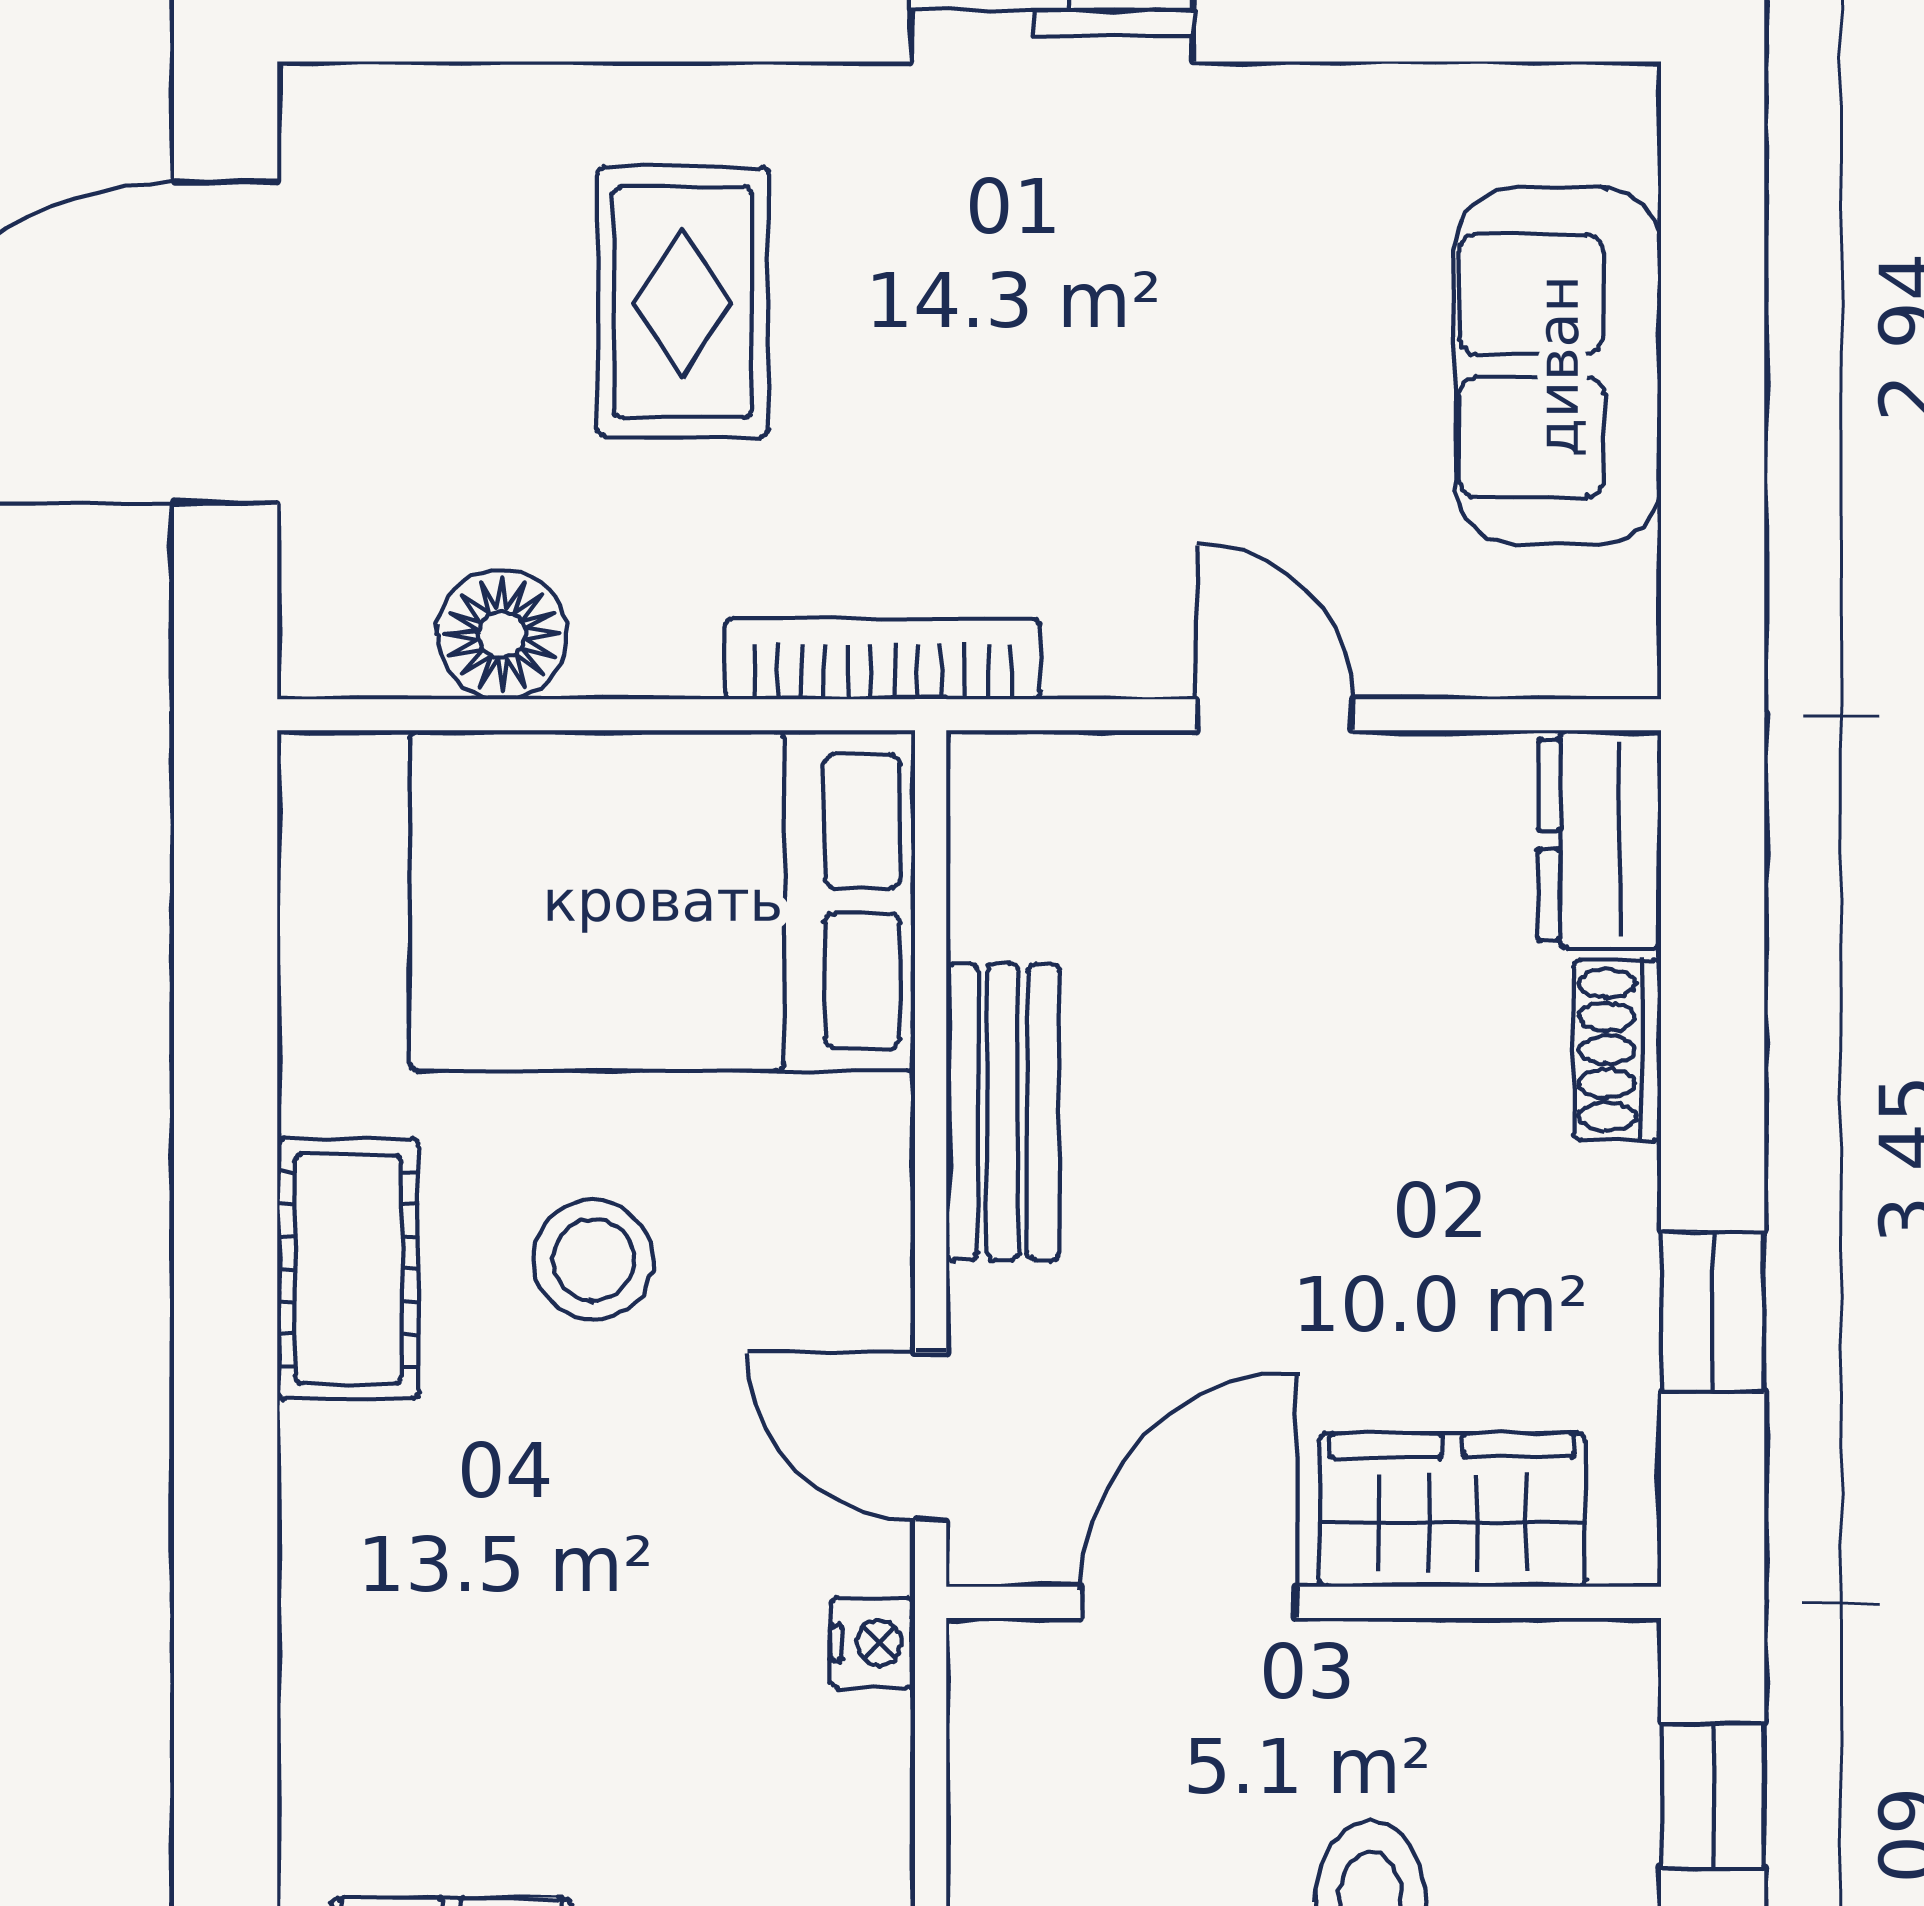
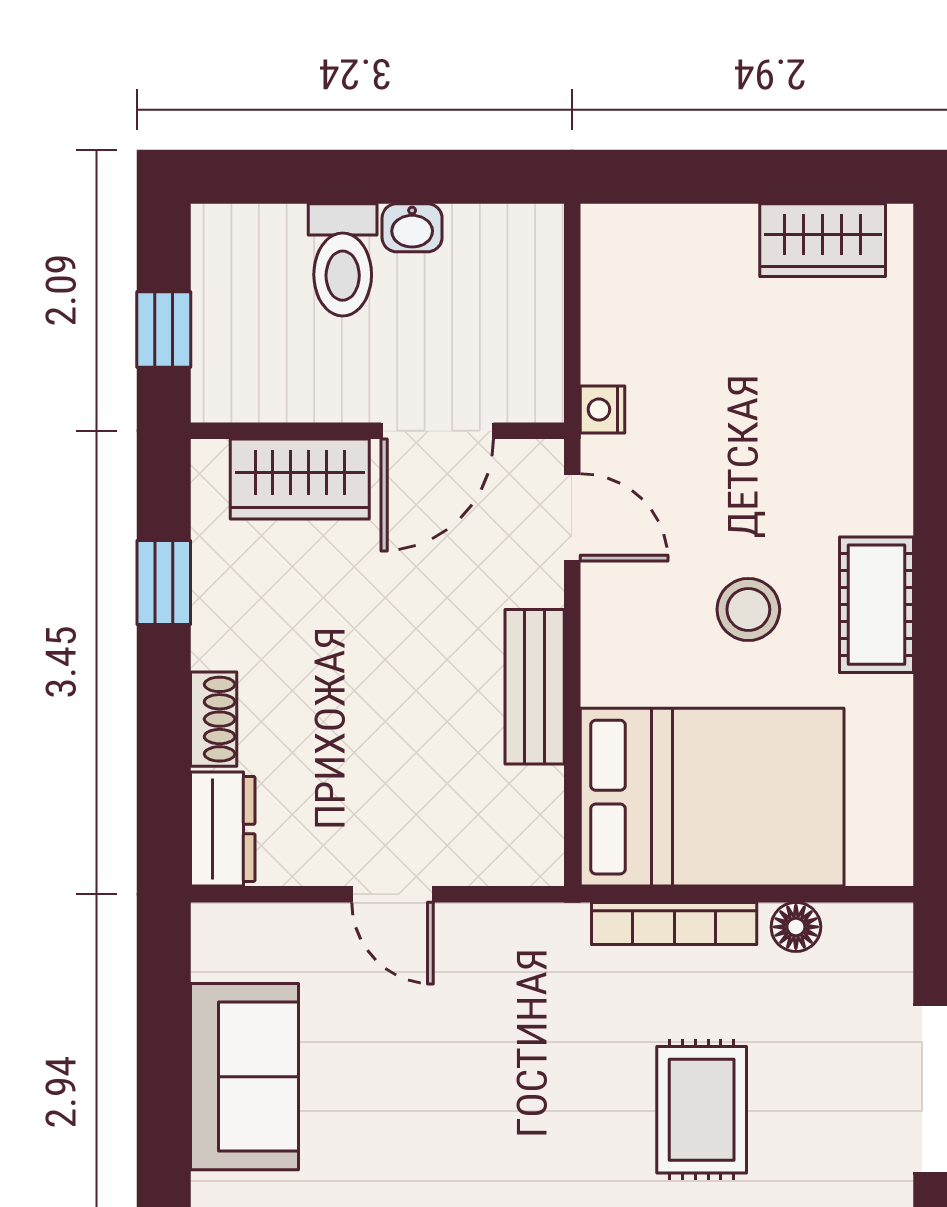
floor lamp: (502, 635) -> (796, 927), width x0.73, depth x0.73
bookcase: (883, 659) -> (674, 923), moved

